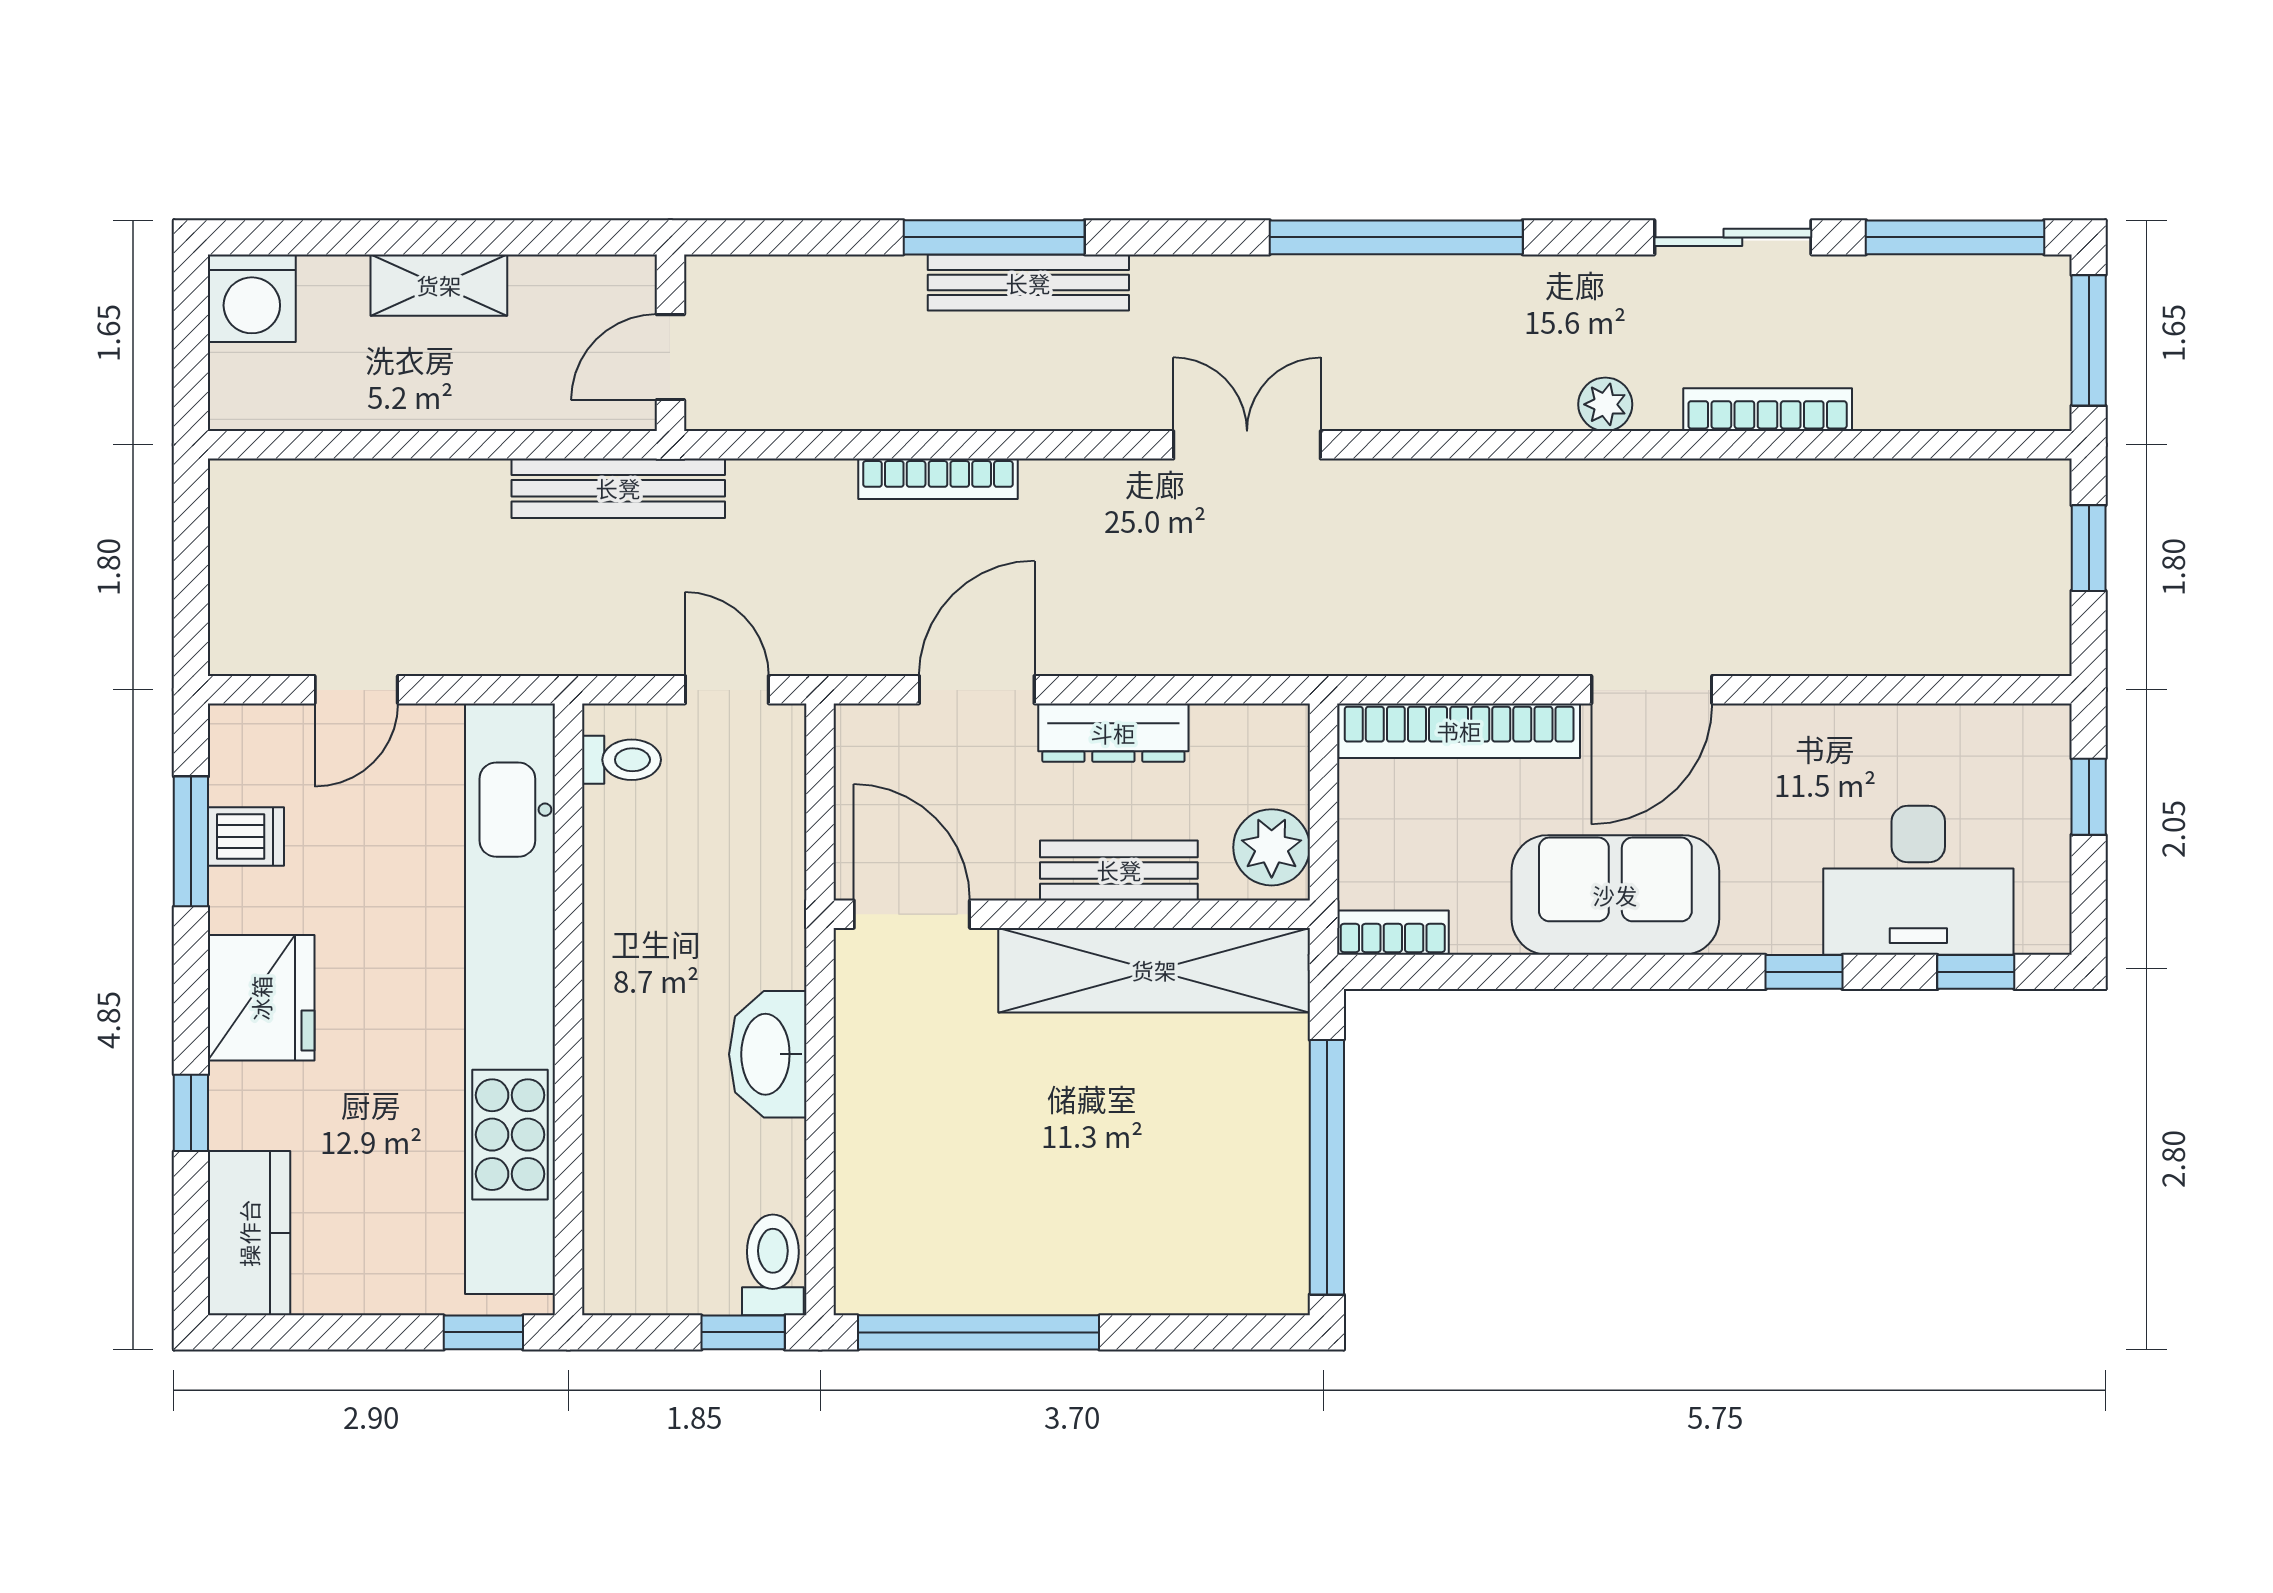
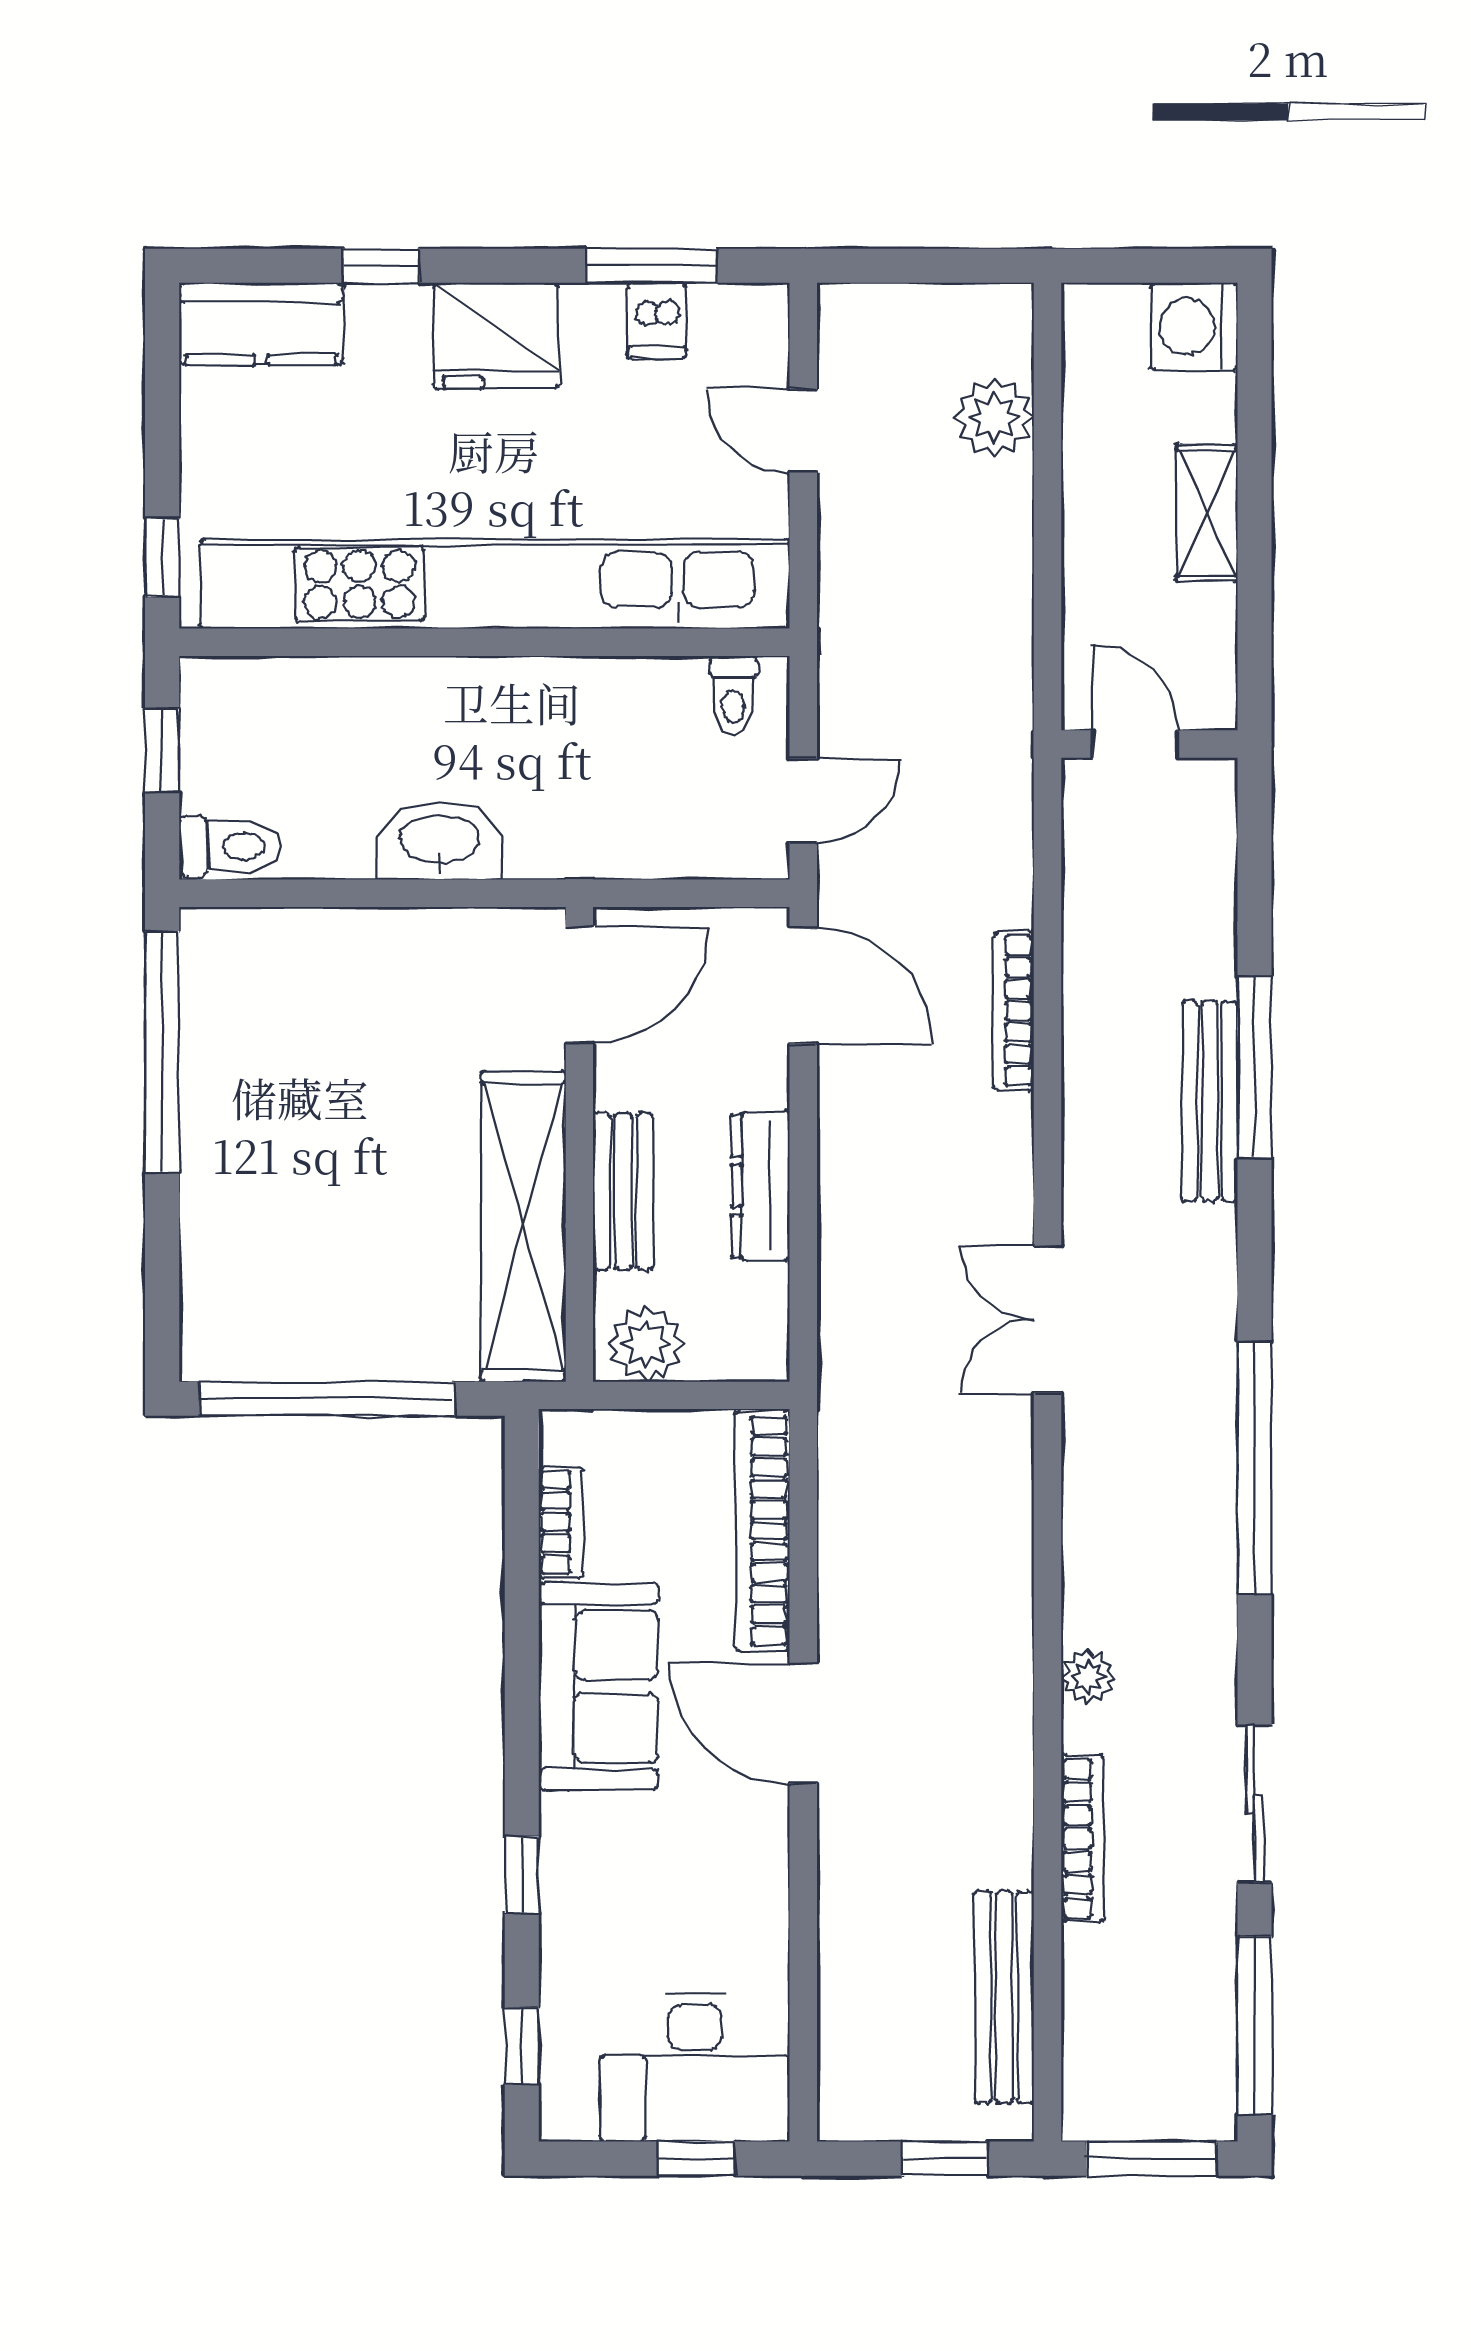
double door: (1247, 445) -> (1048, 1319), swing flipped
bench: (618, 488) -> (1004, 1997), moved
plant: (343, 498) -> (994, 418), added
door: (977, 690) -> (803, 986), moved
desk: (1918, 880) -> (695, 2067), moved, turned -90
bookcase: (1393, 933) -> (561, 1522), moved
window: (743, 1332) -> (162, 750), moved

